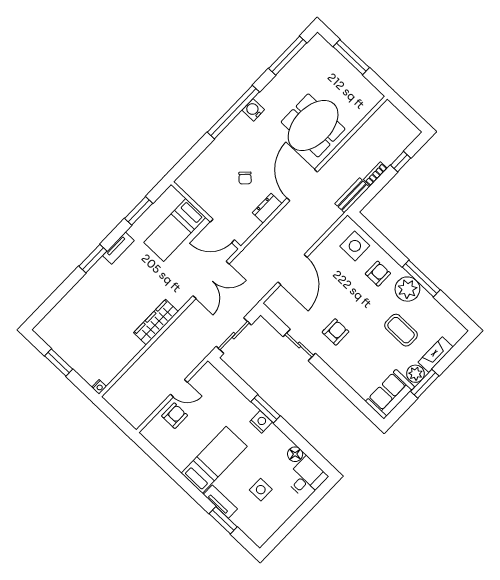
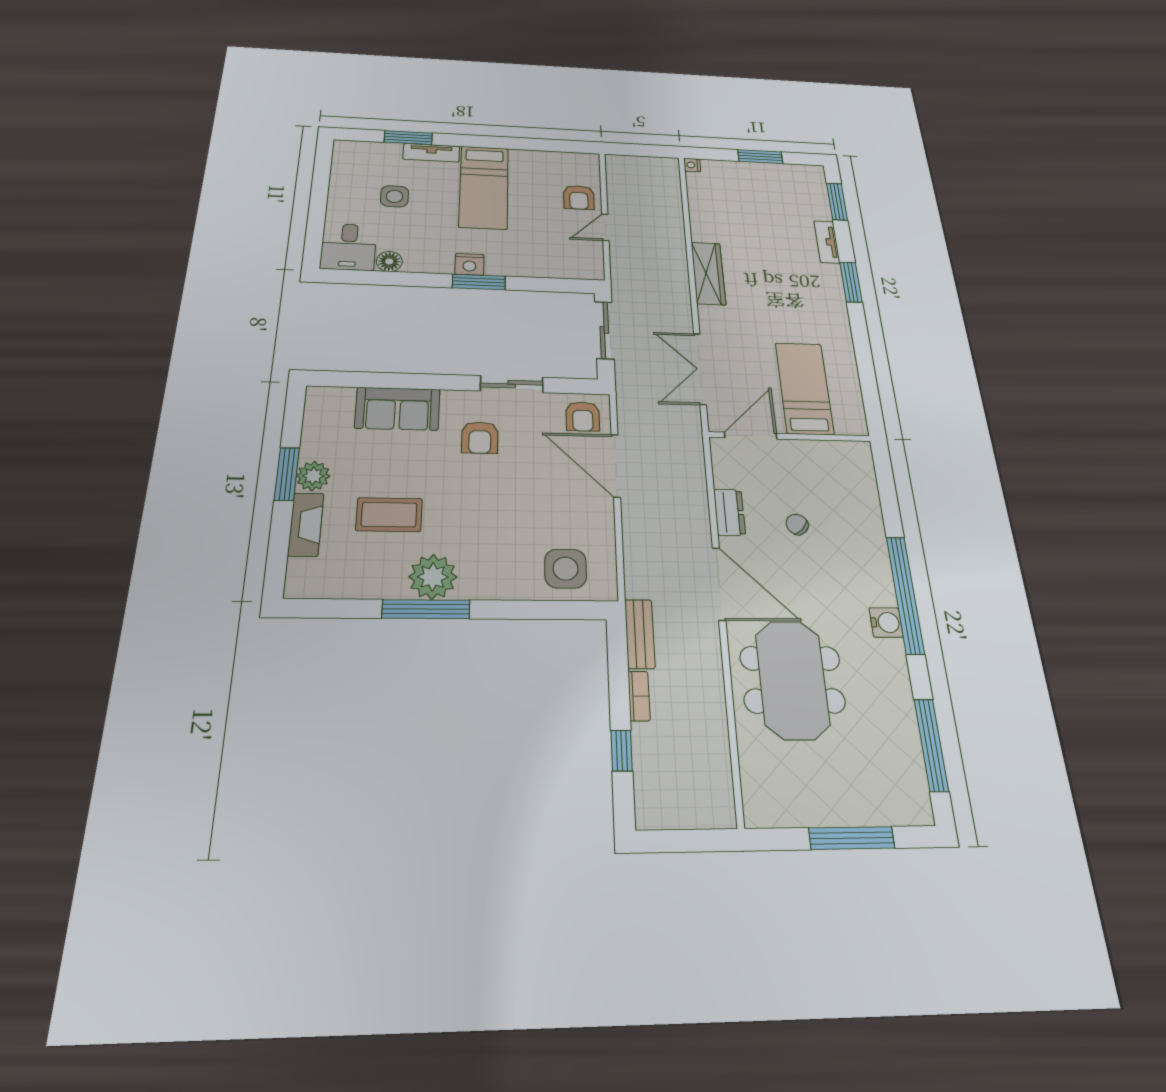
window: (139, 211) -> (837, 202), moved
tv unit: (118, 248) -> (827, 242), moved
armchair: (378, 274) -> (583, 416), moved
sofa: (390, 394) -> (398, 409), moved, turned 90

